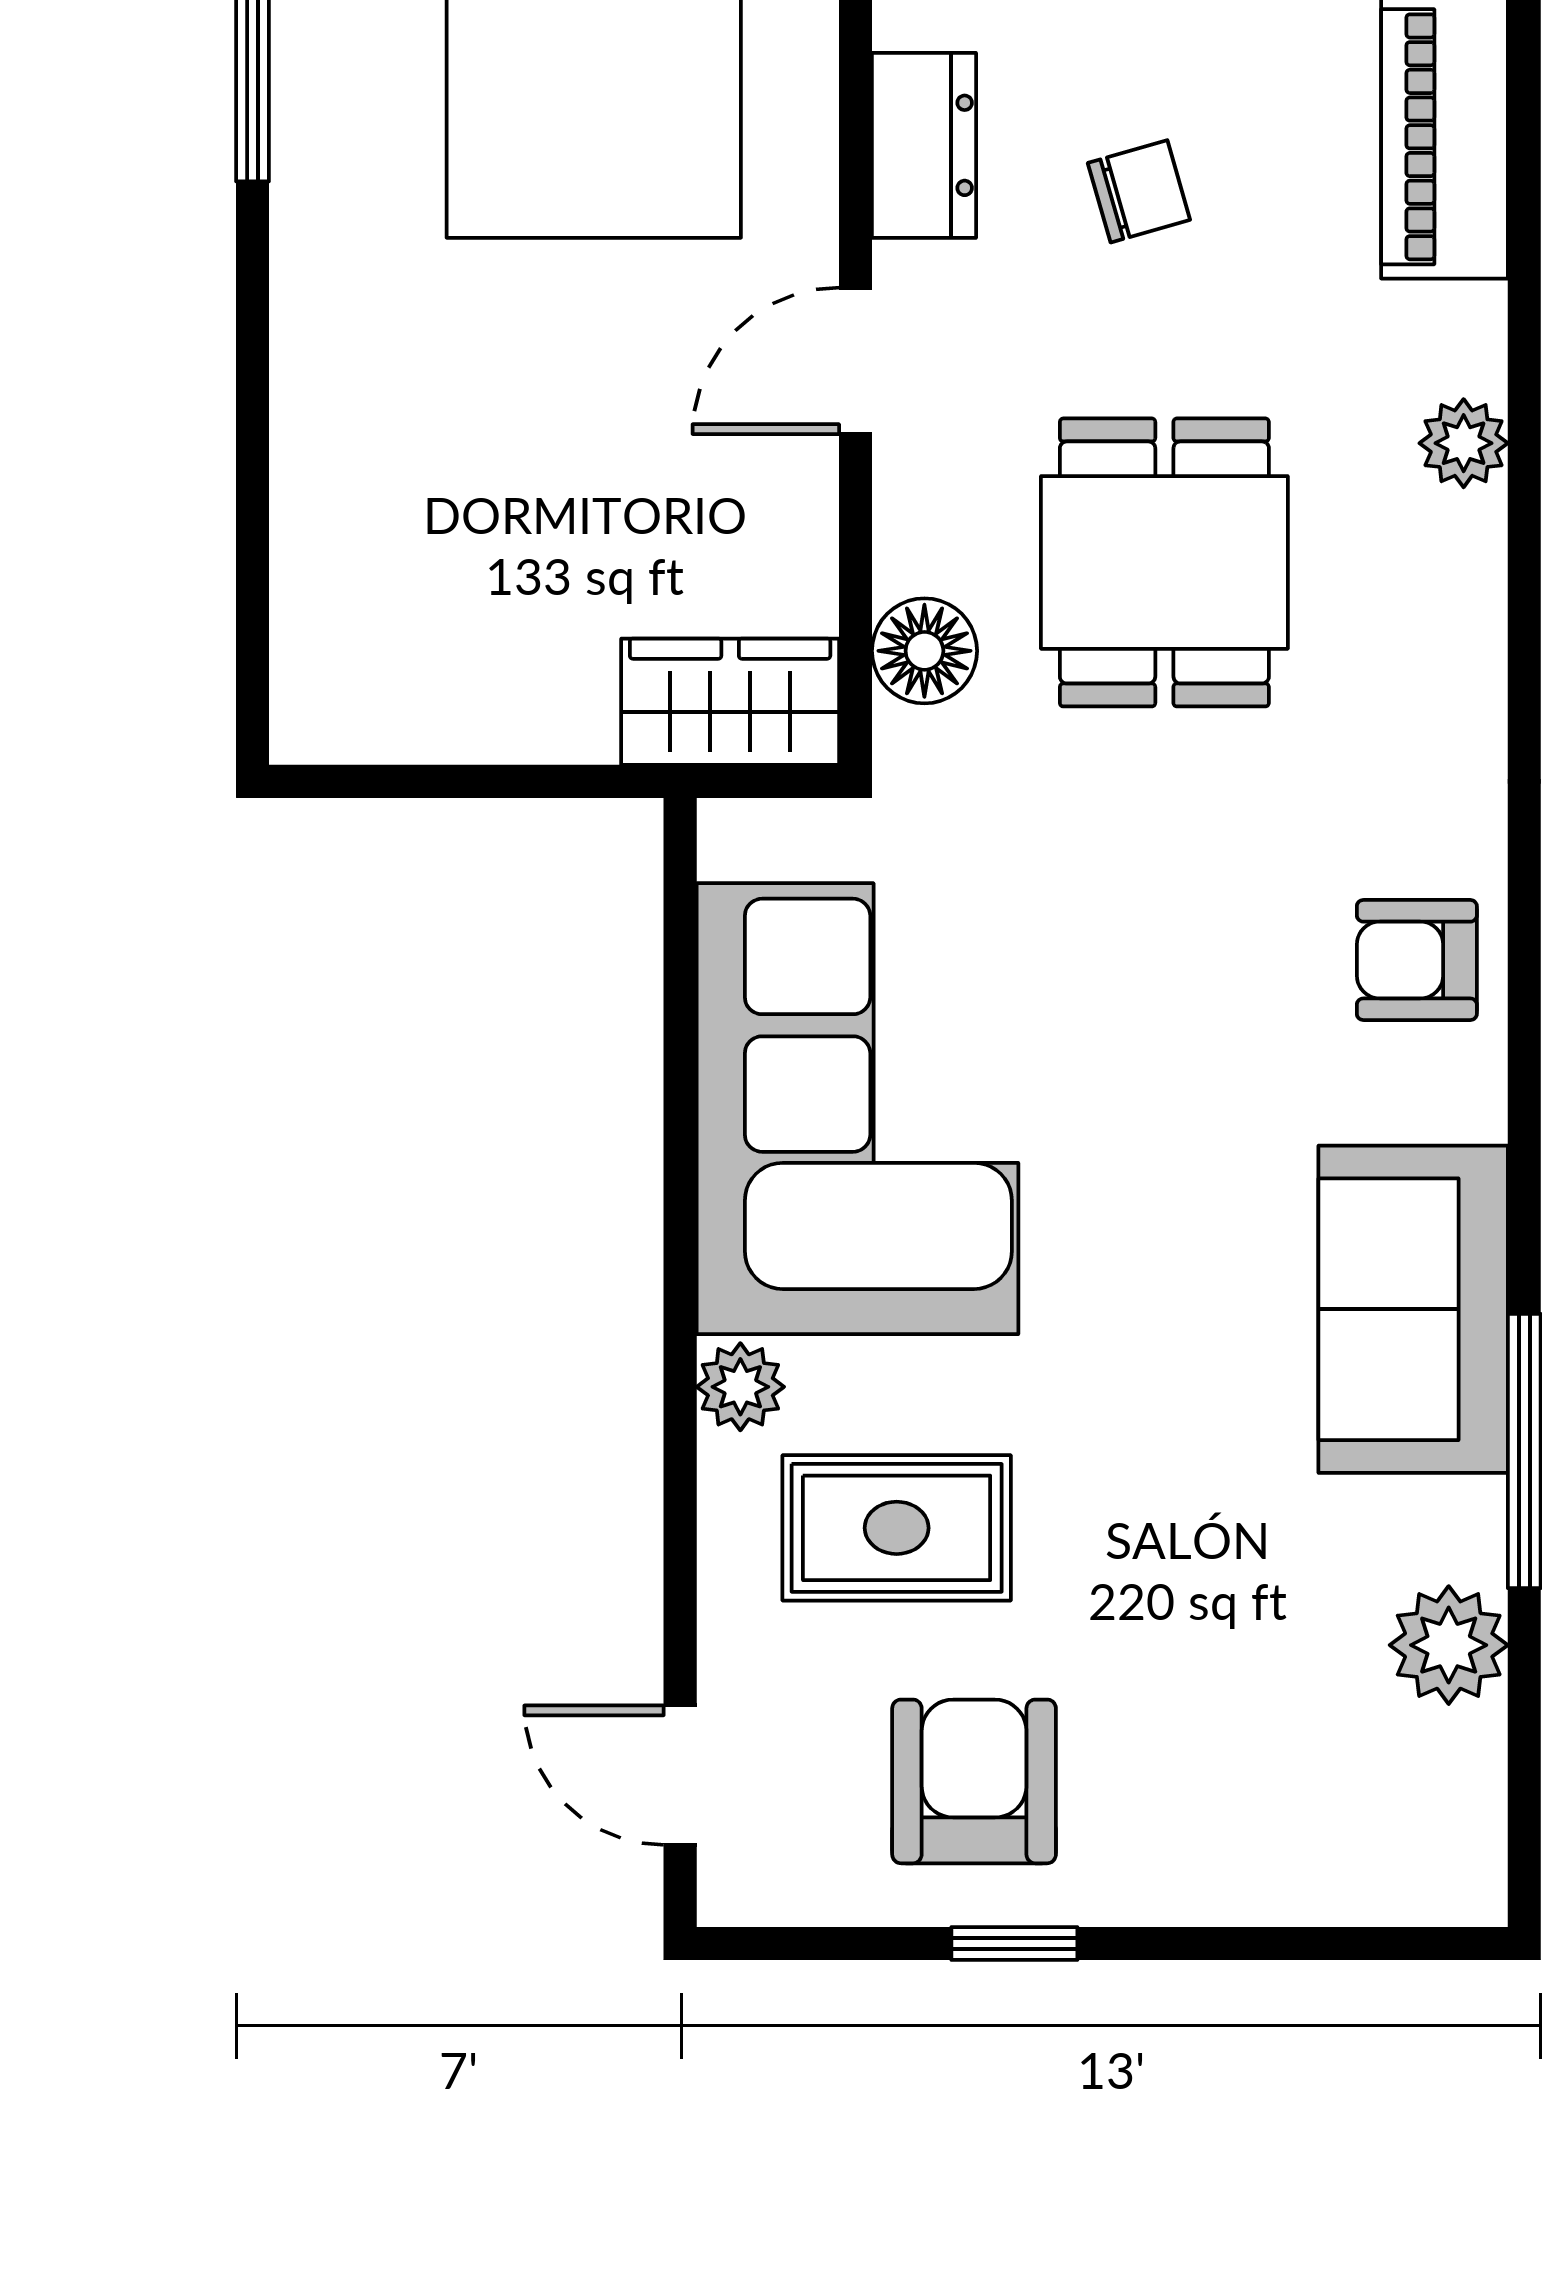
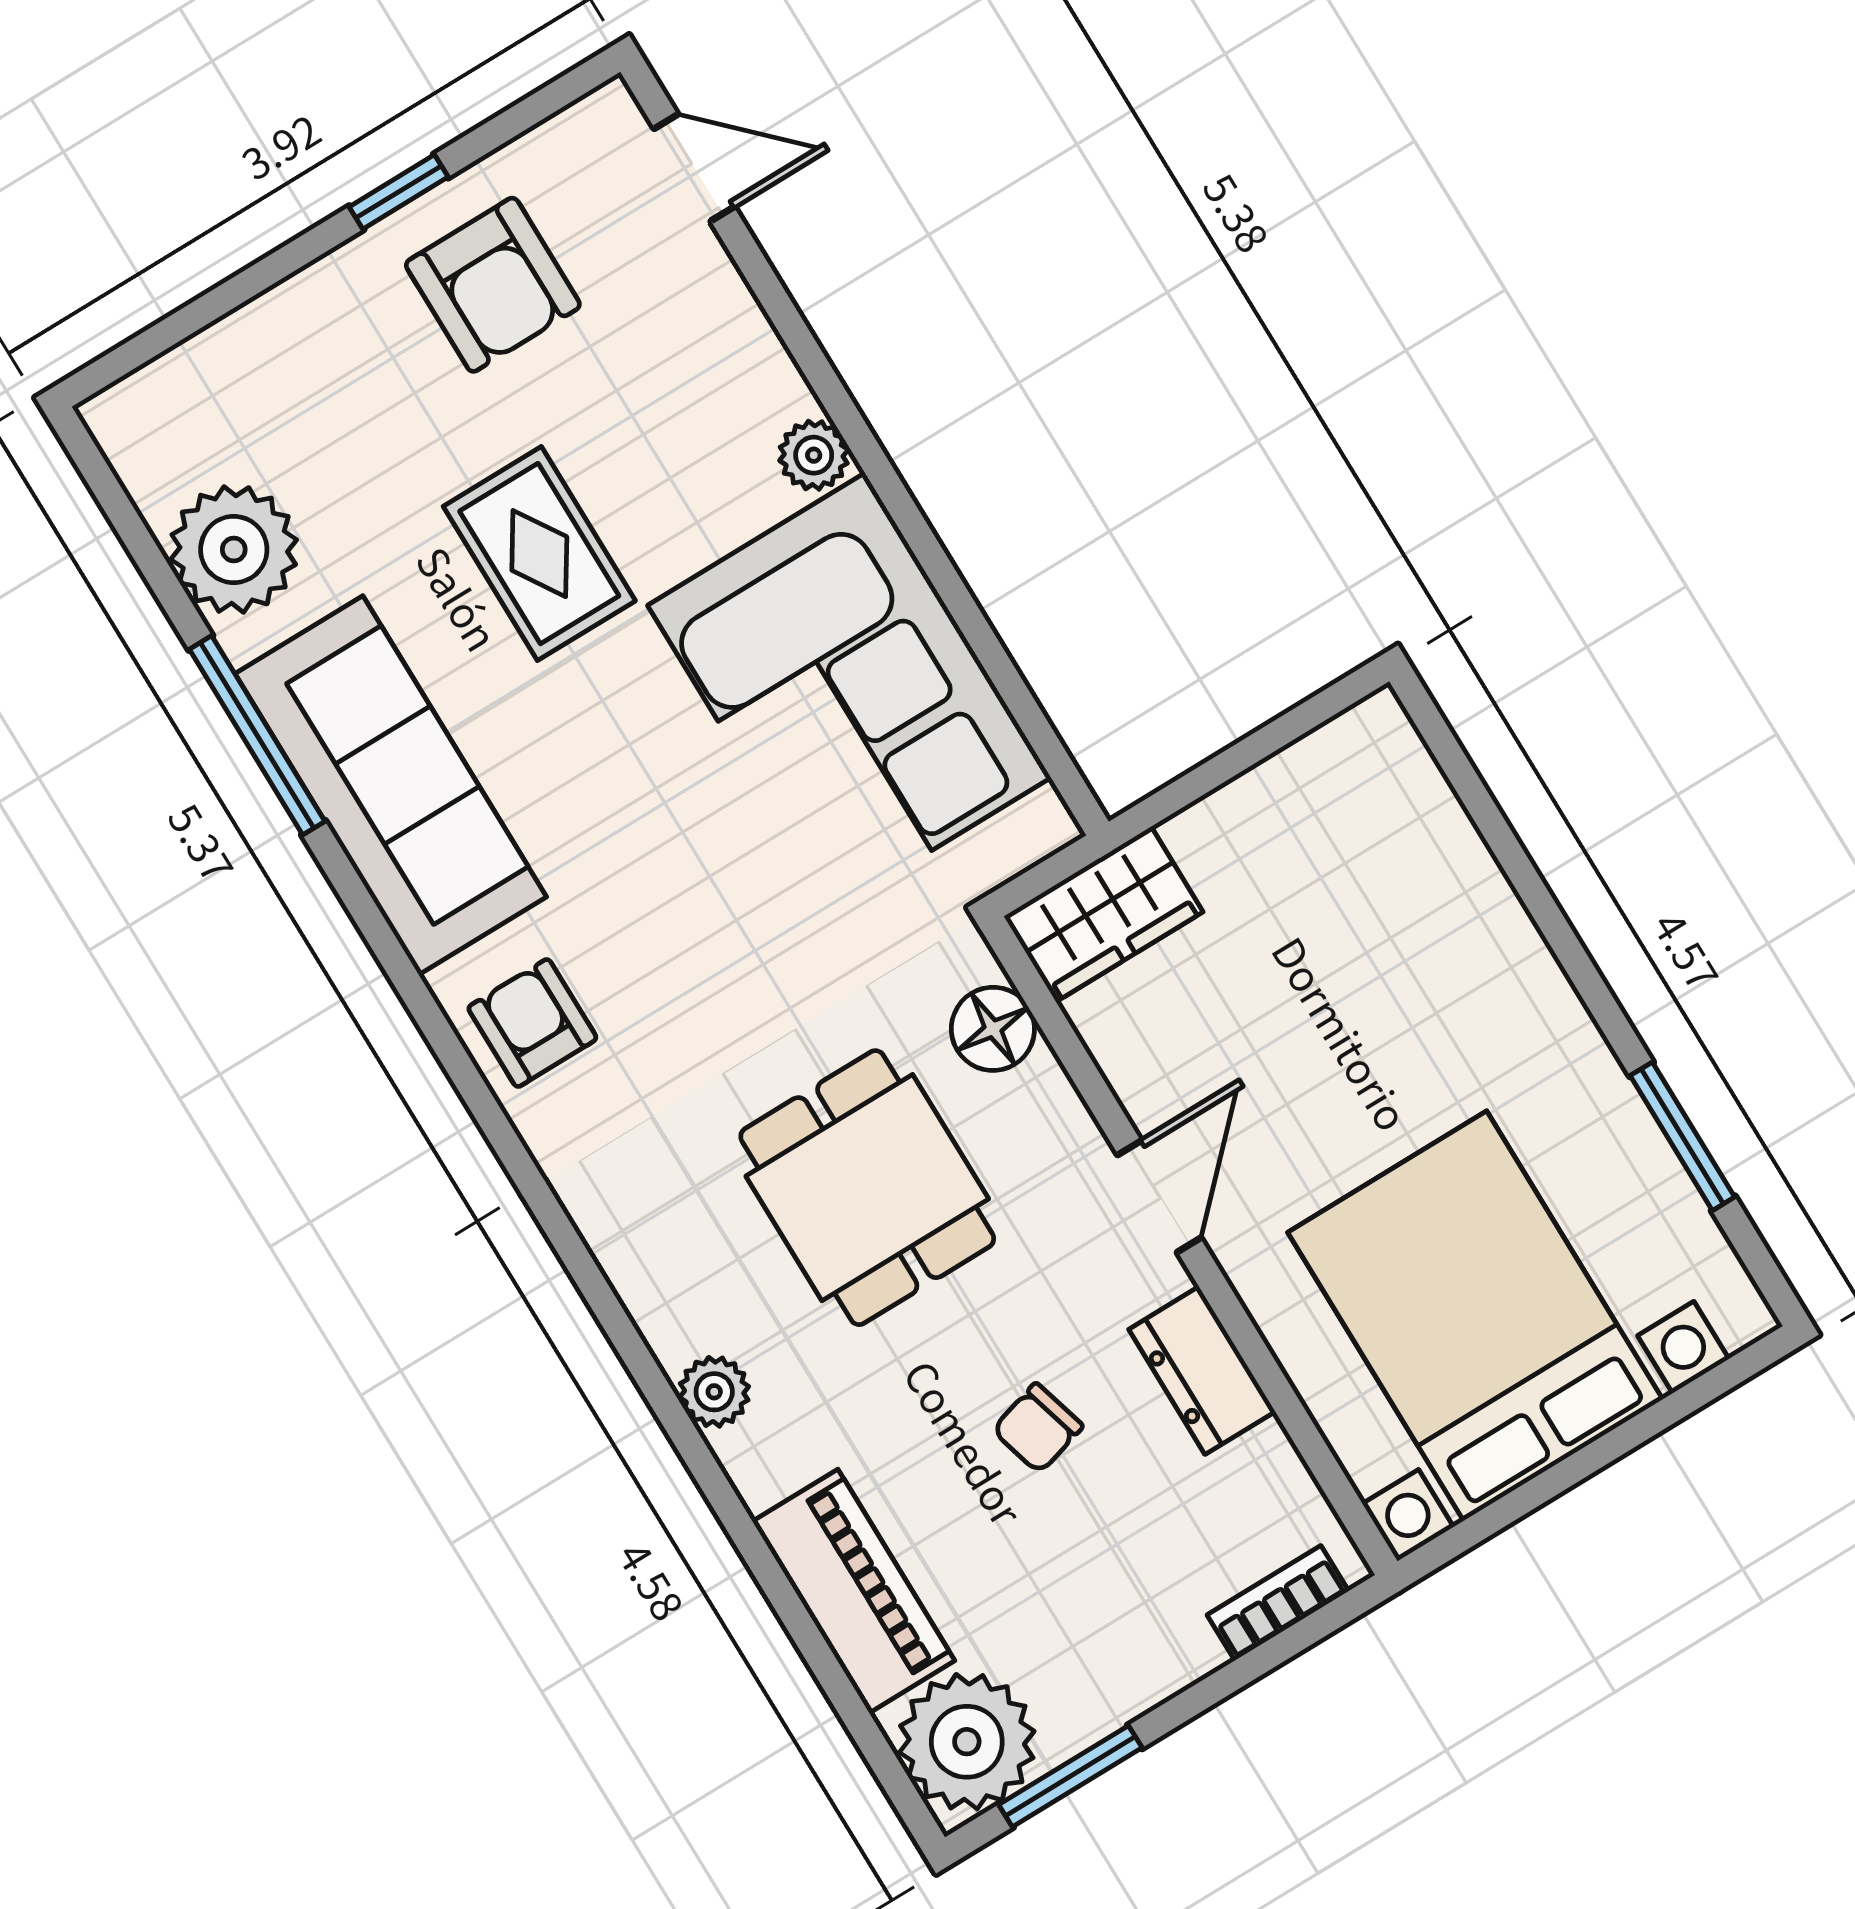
armchair: (1417, 960) -> (532, 1023), turned -90
sofa: (1413, 1309) -> (391, 785), width x1.36
rug: (897, 1528) -> (539, 554), moved, turned 90
plant: (1449, 1645) -> (234, 550), width x1.36, depth x1.36

